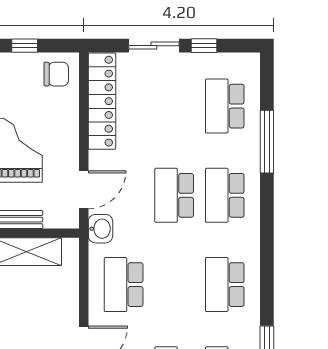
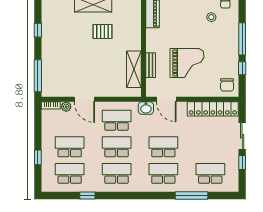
school desk: (174, 285) -> (117, 147), added

